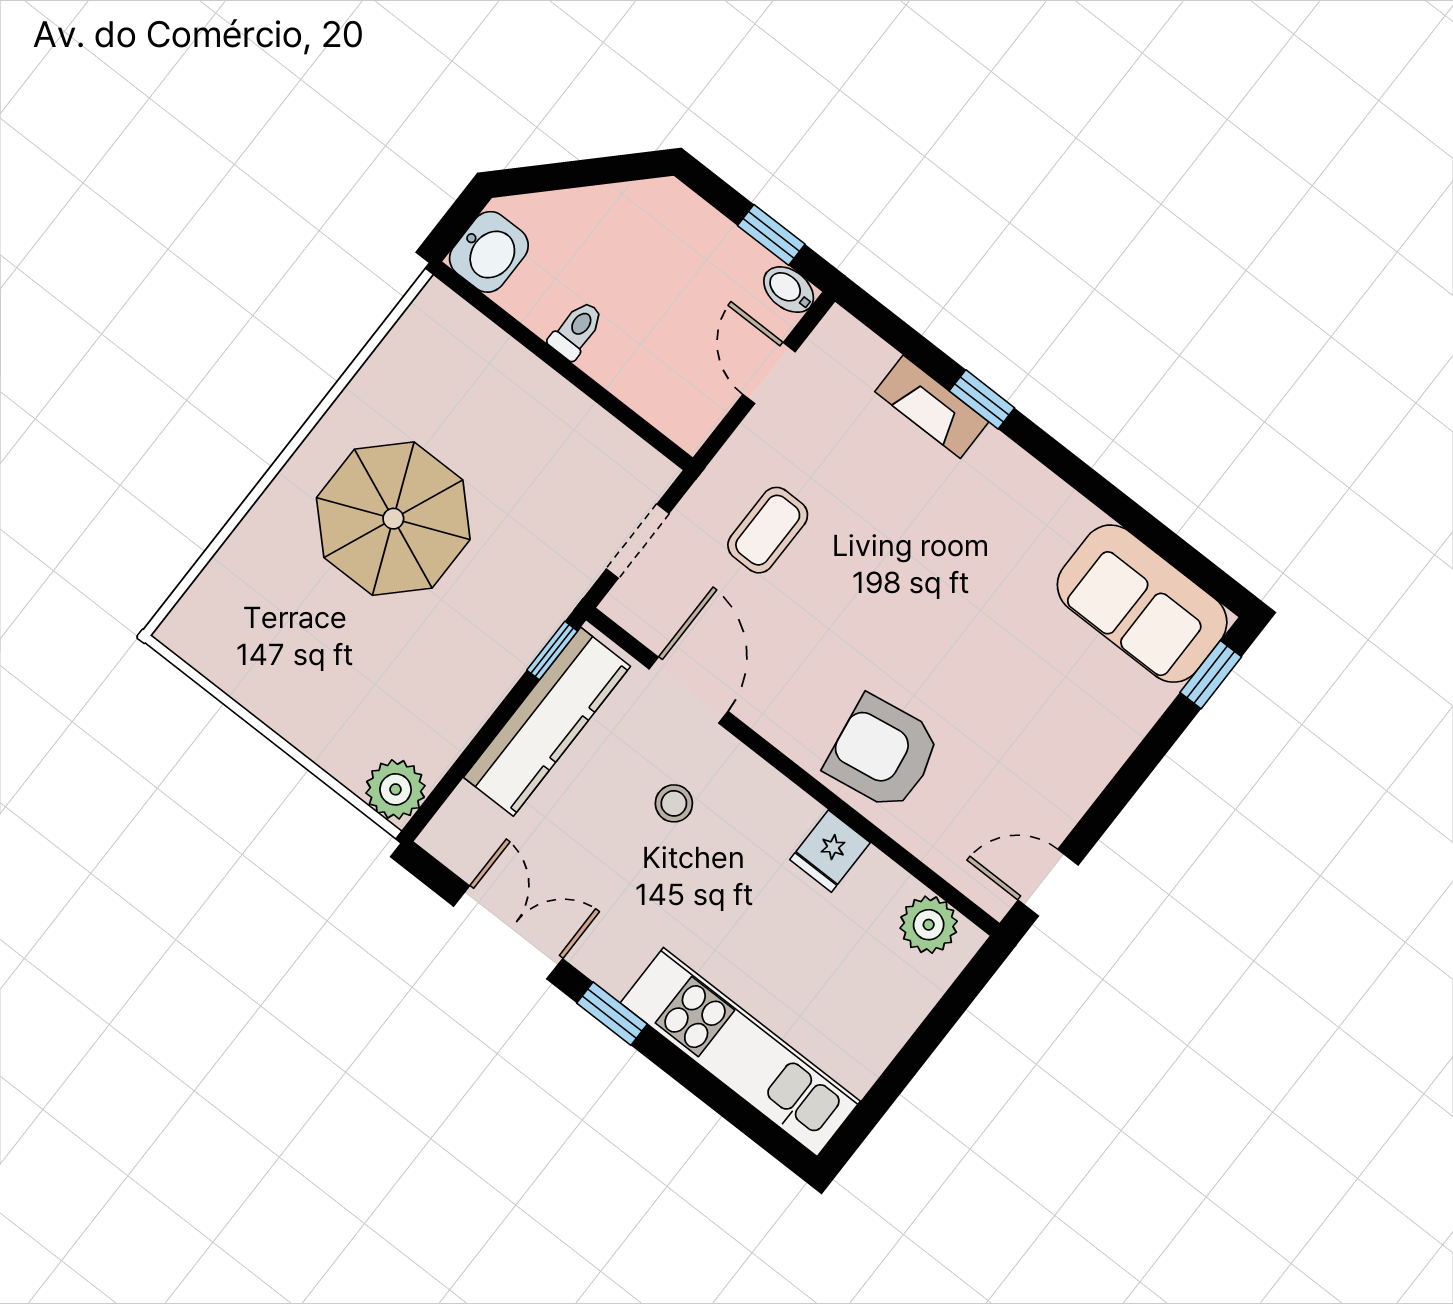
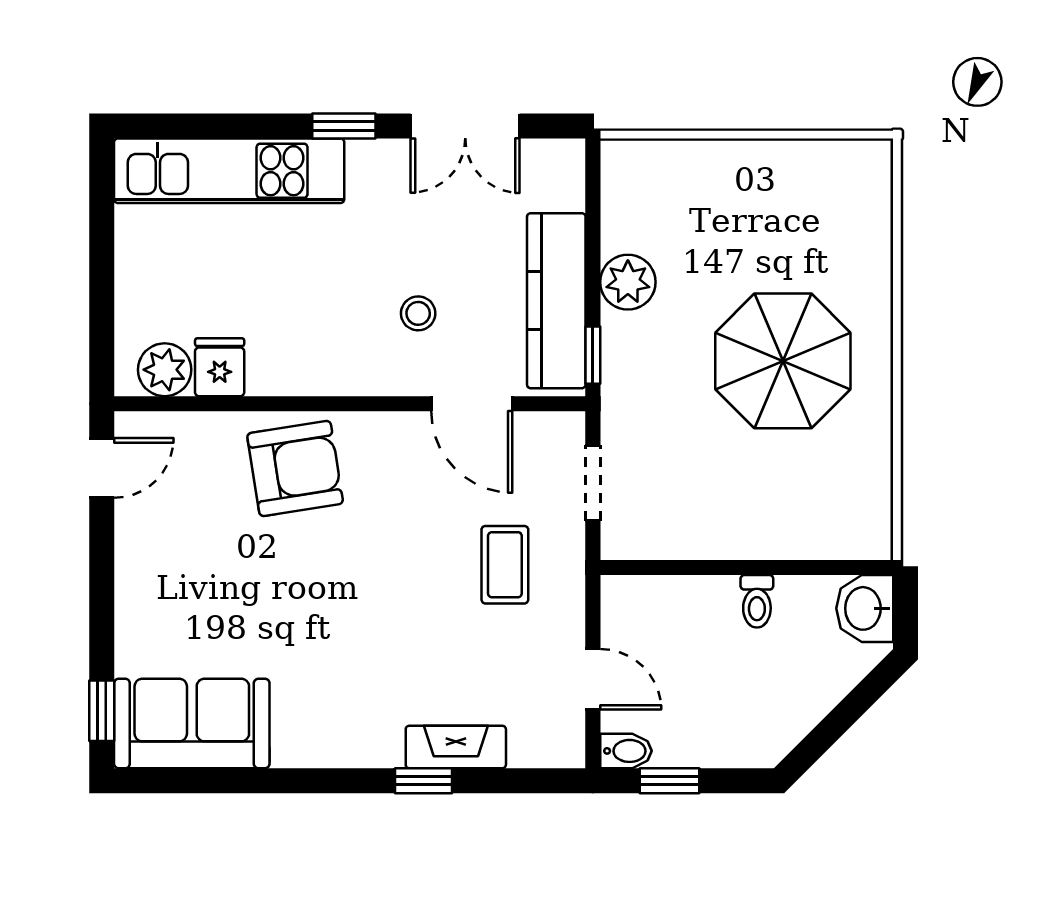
plant: (396, 789) -> (628, 282), moved
fridge: (830, 851) -> (220, 367), moved

